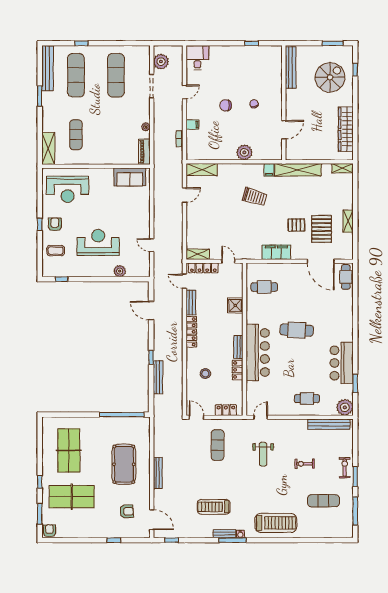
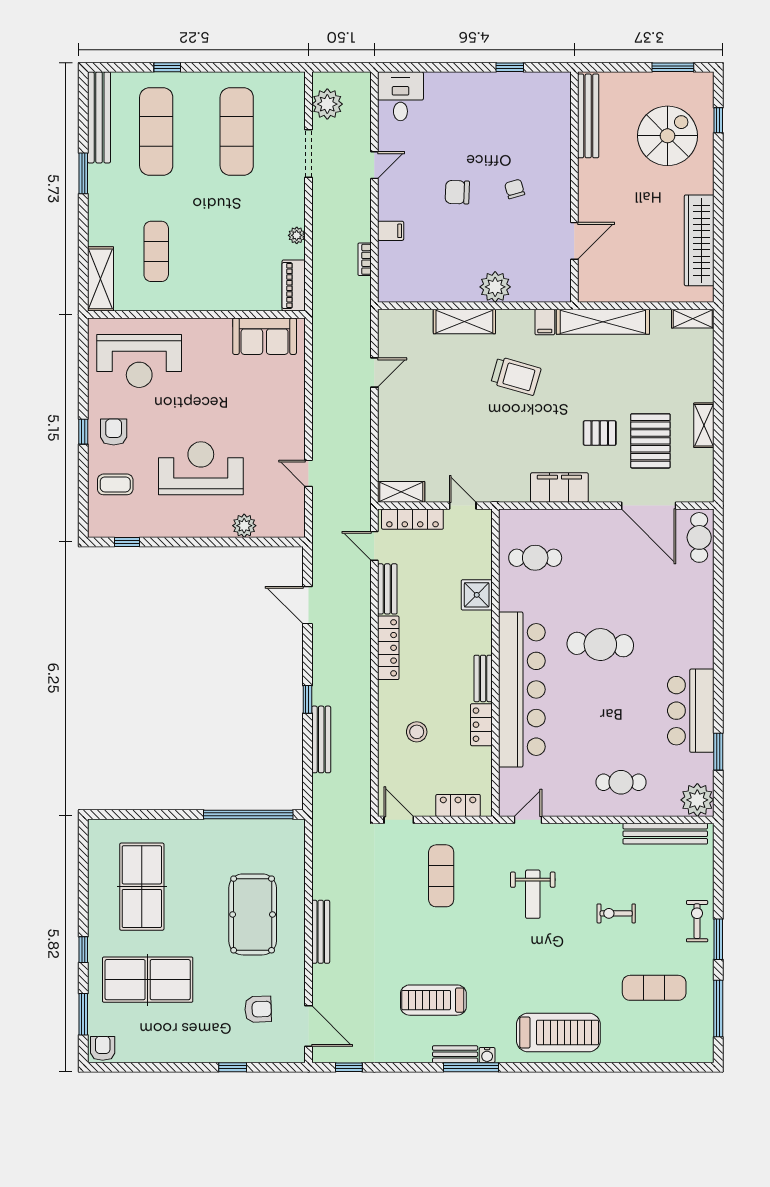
shelving: (202, 170) -> (464, 321), moved
bar counter: (258, 352) -> (522, 689), width x1.36

